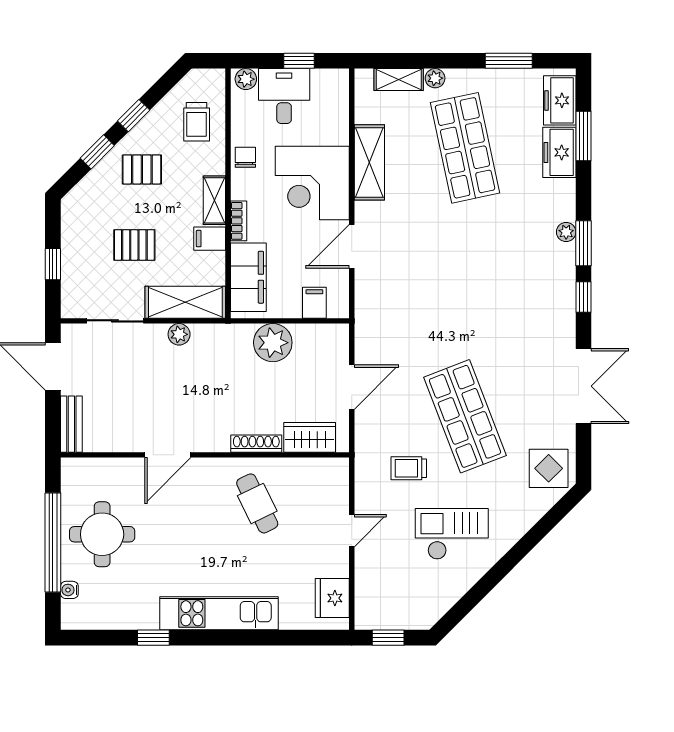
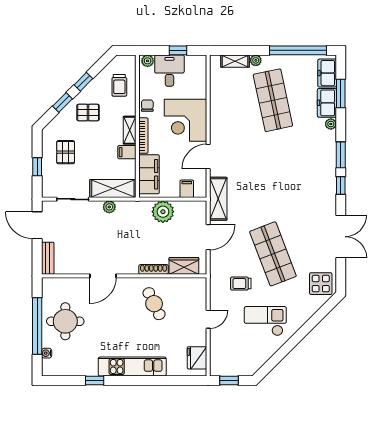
window: (509, 61) -> (298, 50), width x2.11
shelving: (369, 162) -> (218, 199), moved
bookcase: (239, 221) -> (143, 136), width x1.56
plant: (566, 232) -> (331, 124), moved
pallet: (134, 245) -> (66, 152), moved, turned 90

